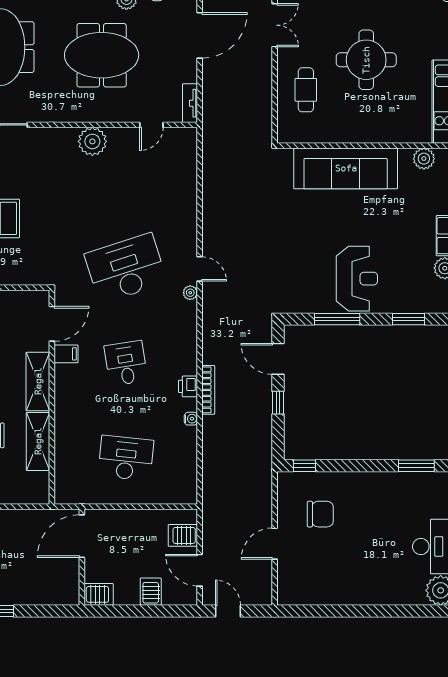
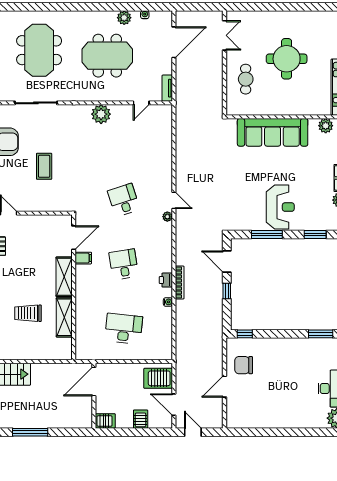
desk: (126, 268) -> (124, 200), width x0.53, depth x0.77
chair: (320, 514) -> (244, 365), moved, turned 180
server rack: (183, 535) -> (158, 378), width x1.36, depth x1.44

